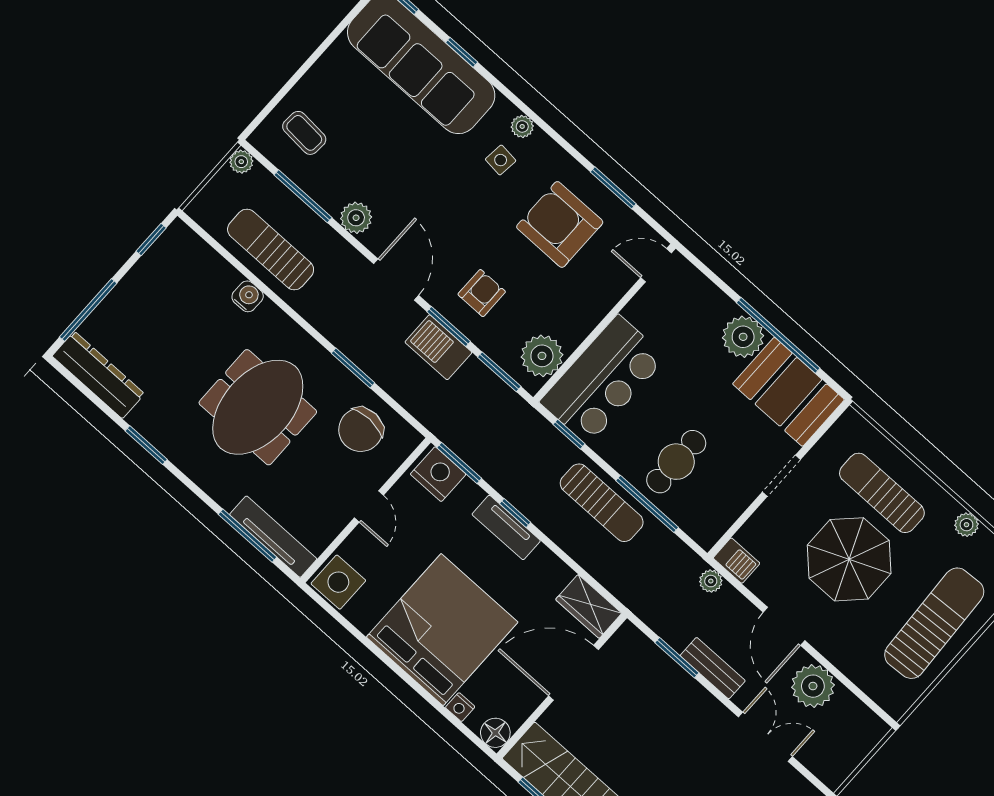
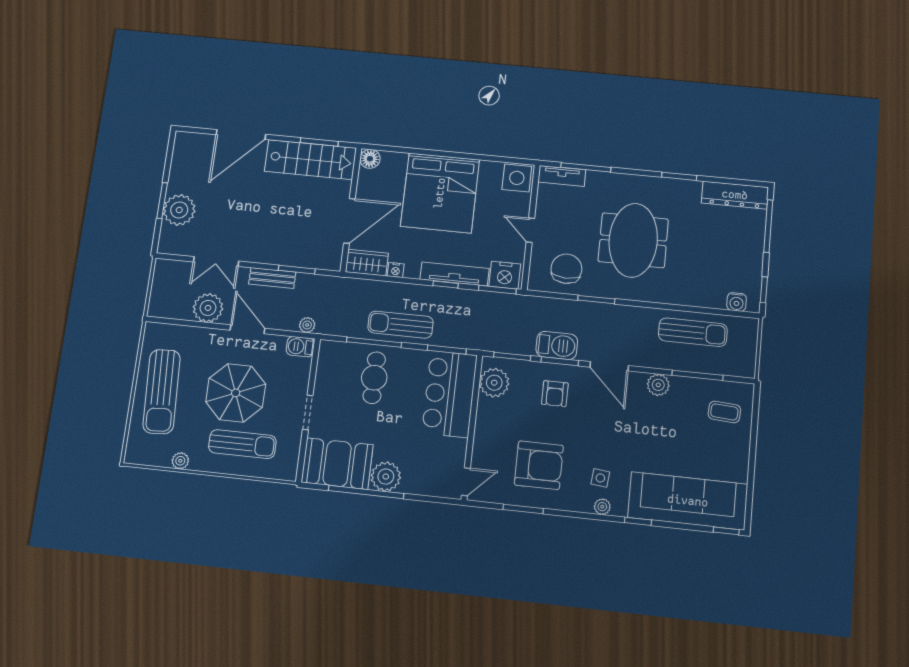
window: (462, 52) -> (638, 521), moved
plant: (241, 162) -> (747, 370), removed
water cooler: (248, 296) -> (737, 302), moved
window: (569, 434) -> (447, 350), width x1.50
tv unit: (506, 528) -> (455, 274), width x1.41
tv unit: (273, 537) -> (562, 176), width x0.71
nightstand: (460, 707) -> (396, 270), moved, turned 180

